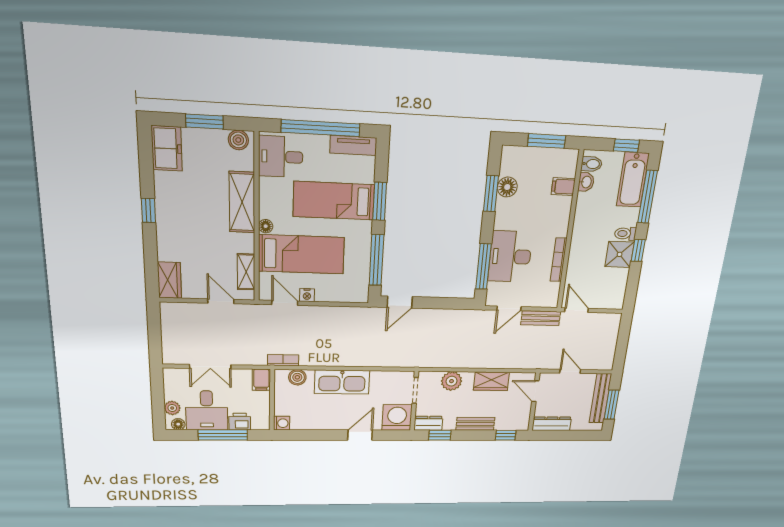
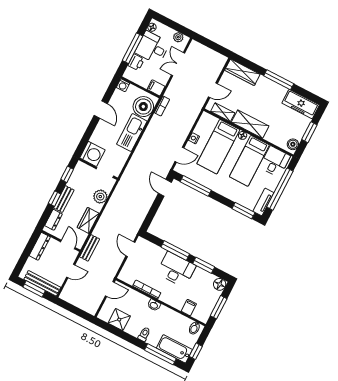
freezer: (167, 148) -> (301, 104), width x1.40
washbasin: (586, 182) -> (154, 305), moved
floor lamp: (507, 187) -> (220, 284), moved
bed: (334, 201) -> (249, 161), moved, turned 180
window: (380, 201) -> (243, 211), moved
shelving: (242, 202) -> (250, 124), moved
window: (148, 210) -> (279, 80), width x2.17
window: (638, 250) -> (130, 339), removed
shower: (620, 254) -> (119, 320), moved
desk: (510, 257) -> (176, 269), moved
window: (483, 267) -> (175, 251), moved
wardrobe: (169, 280) -> (242, 72), width x1.50
door: (285, 303) -> (179, 155), moved
bench: (541, 318) -> (90, 248), moved
boiler: (297, 377) -> (143, 107), width x1.86, depth x1.86
door: (535, 391) -> (68, 245), hinge flipped
plant: (172, 408) -> (178, 37), moved
dresser: (428, 423) -> (54, 220), moved
door: (360, 435) -> (101, 109), moved
window: (506, 435) -> (55, 199), moved

